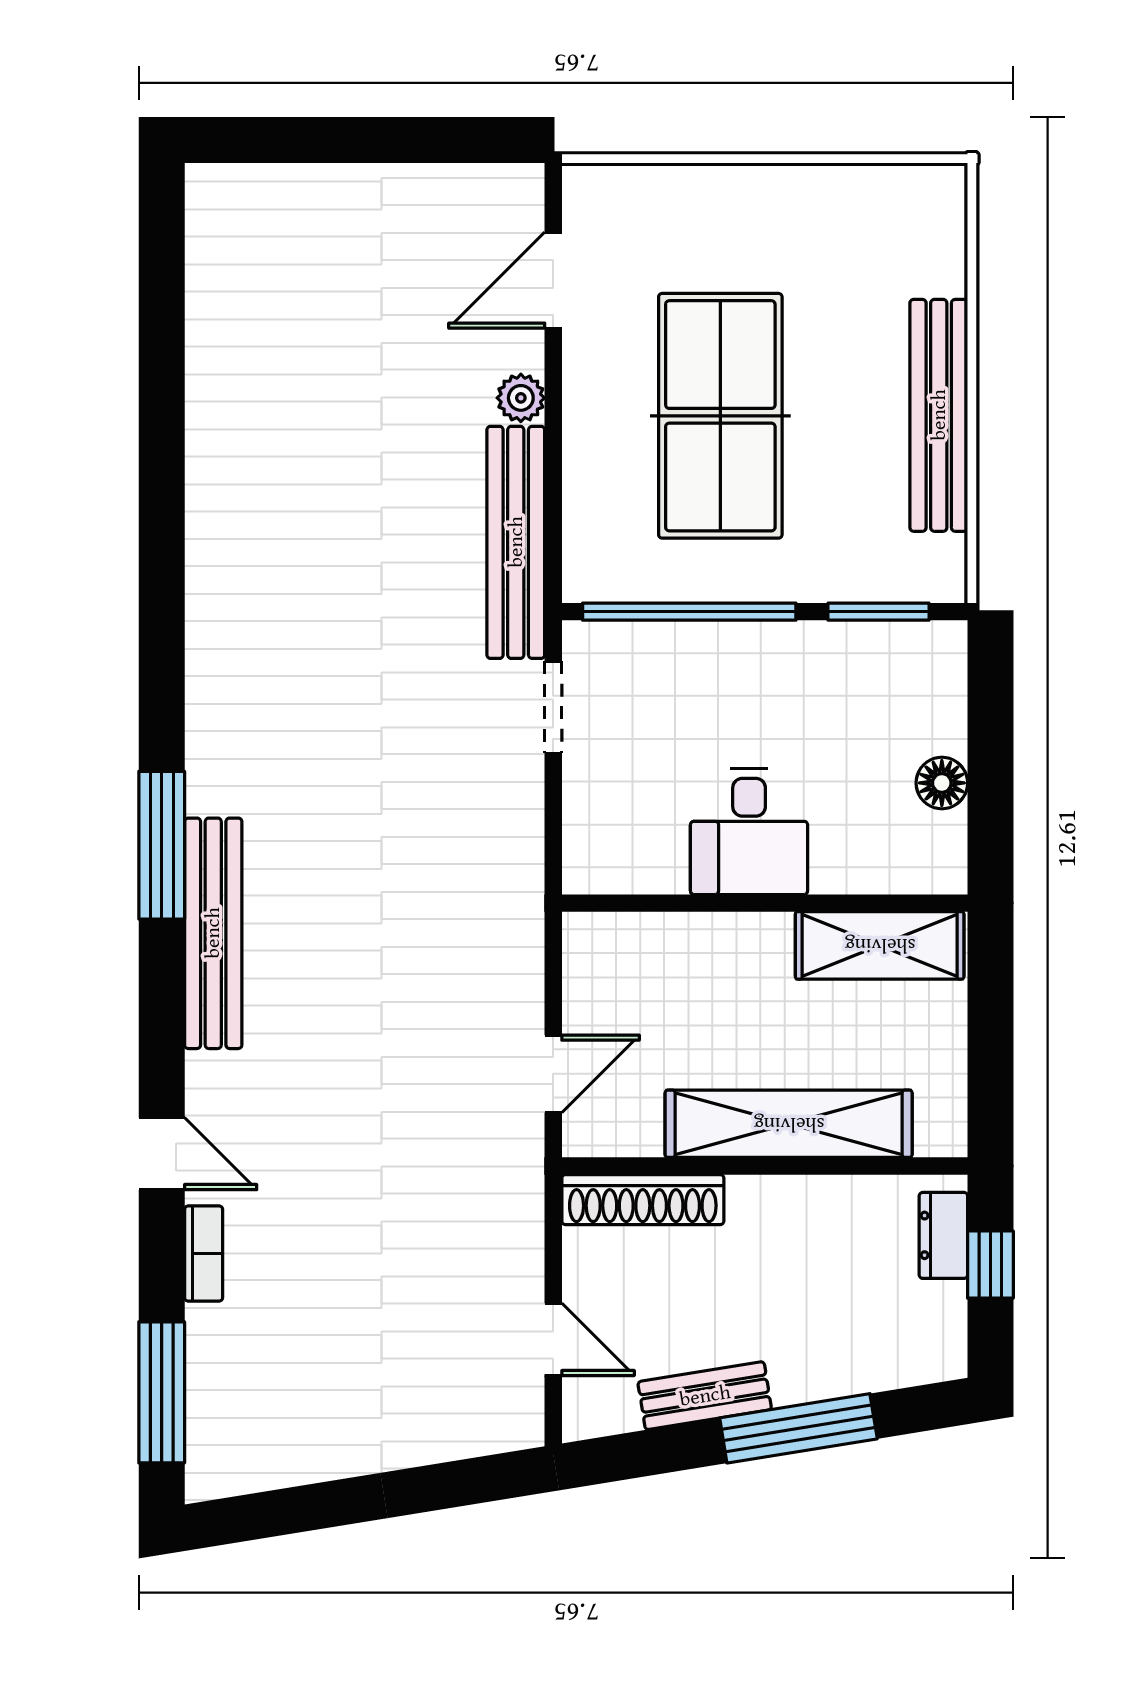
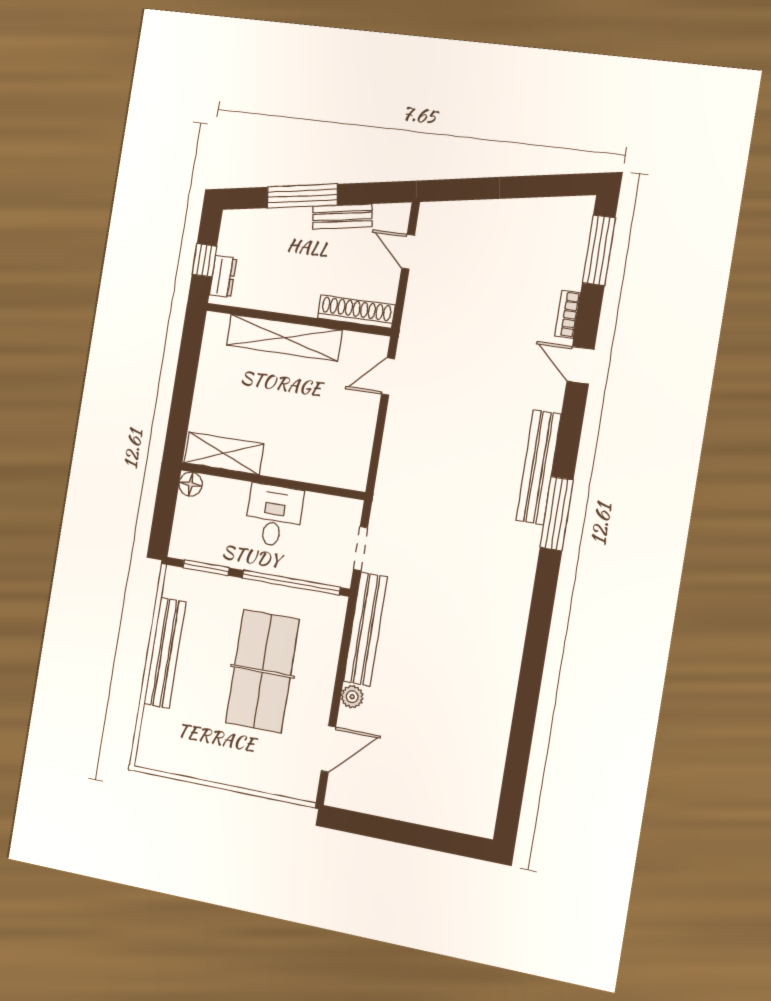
desk: (749, 831) -> (274, 516), moved
wall: (765, 903) -> (272, 481), moved
shelving: (880, 945) -> (224, 453), moved

